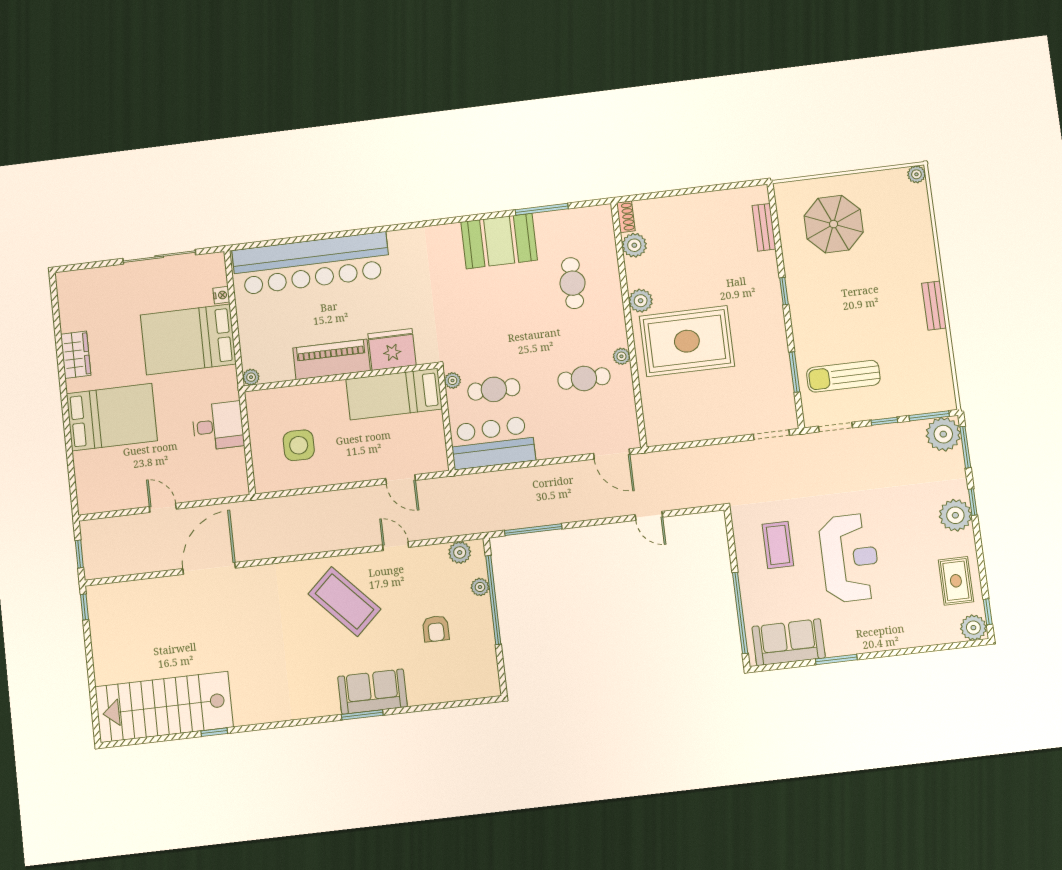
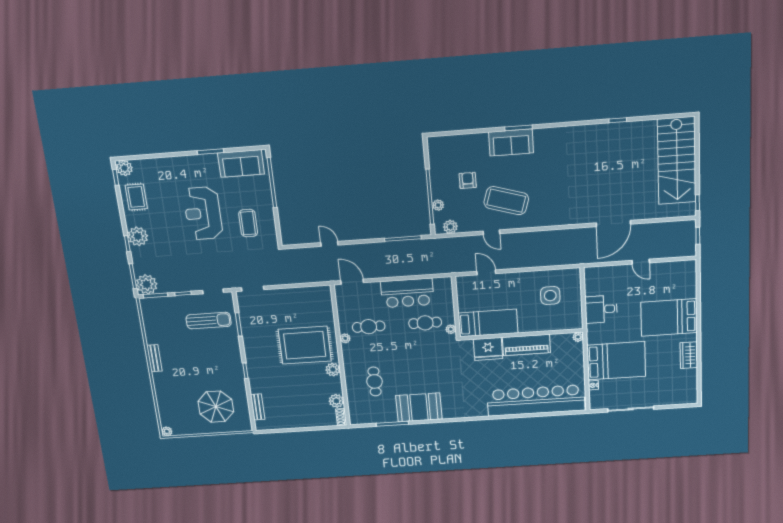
bar counter: (493, 443) -> (407, 293), moved
coffee table: (344, 601) -> (506, 201), moved, turned -30
stairs: (164, 707) -> (677, 161), moved, turned 90

